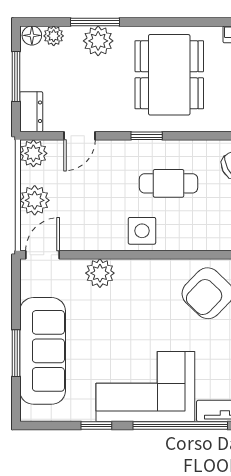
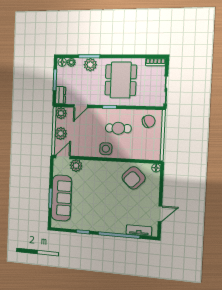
plant: (100, 273) -> (76, 166), moved
corner sofa: (145, 387) -> (104, 217), removed

